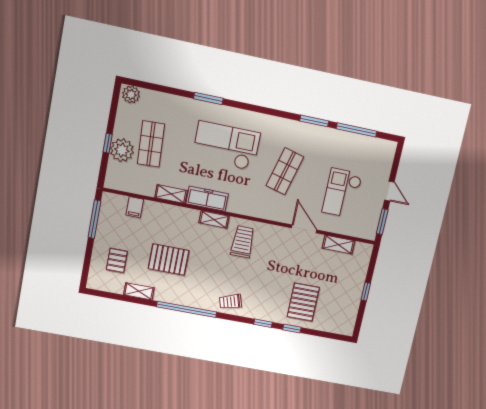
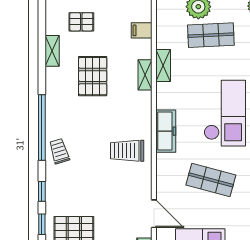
freezer: (207, 199) -> (166, 131), moved
shelving: (214, 219) -> (145, 75), moved
door: (304, 229) -> (154, 214), hinge flipped
trolley: (243, 242) -> (127, 151), turned 180
window: (187, 309) -> (42, 128), moved

